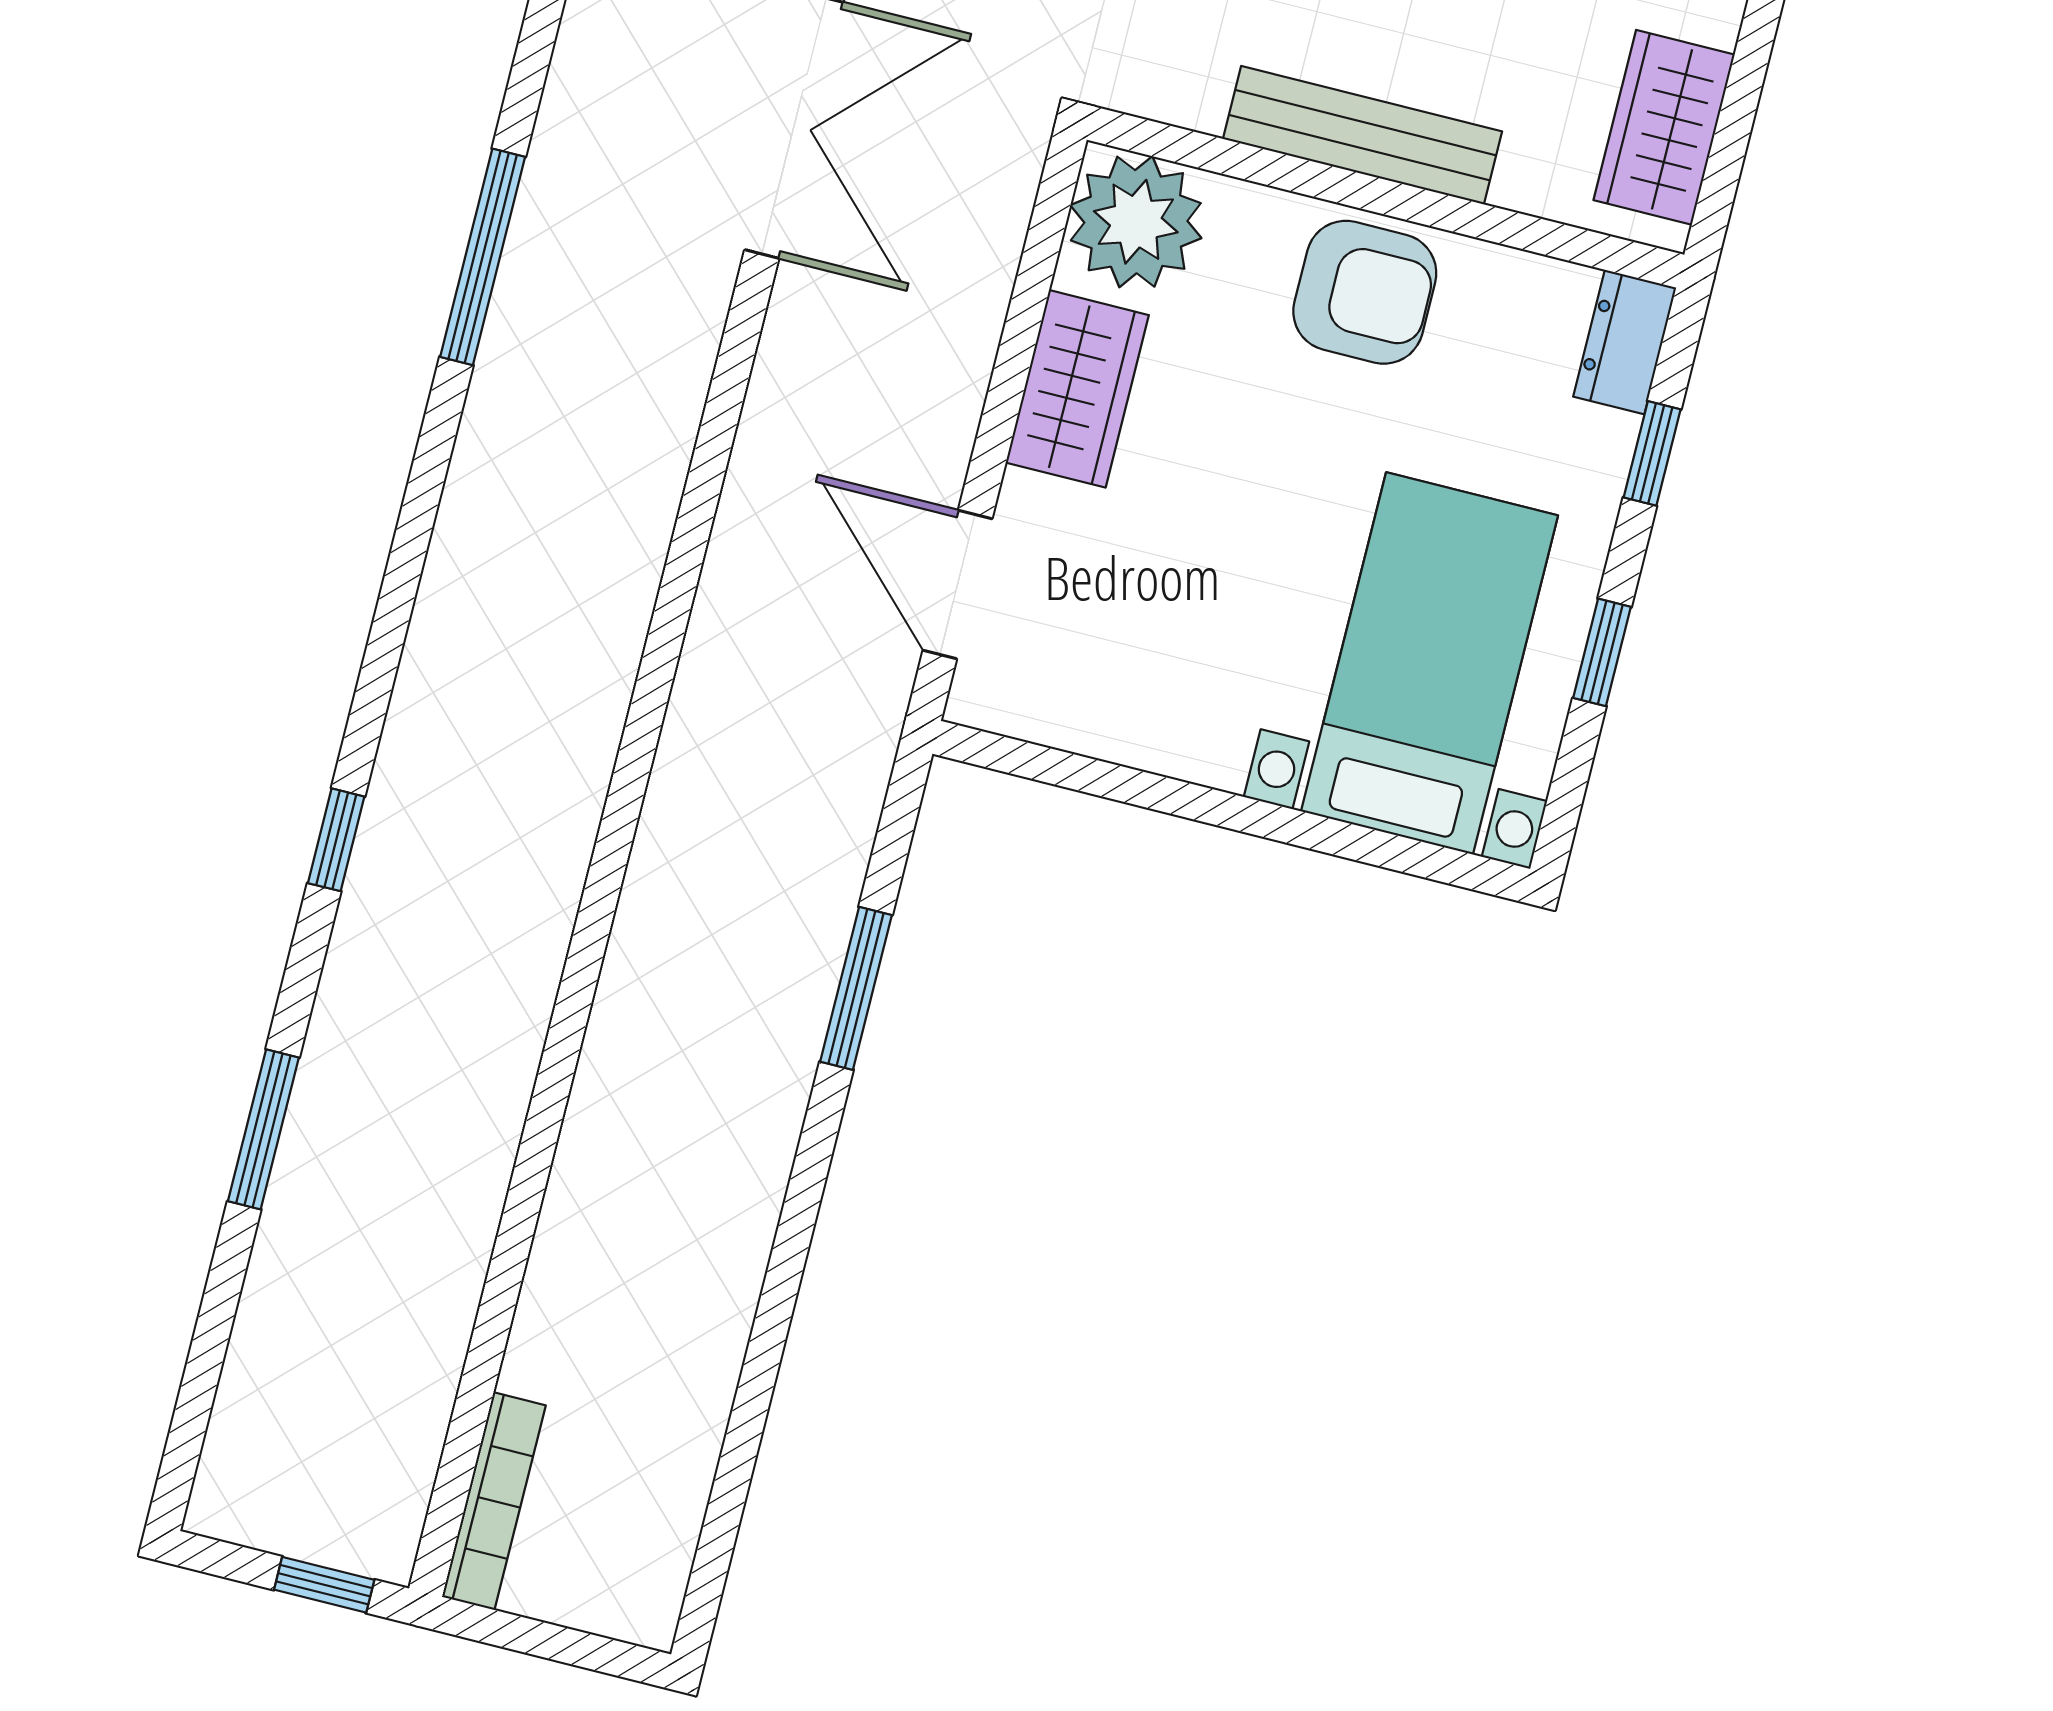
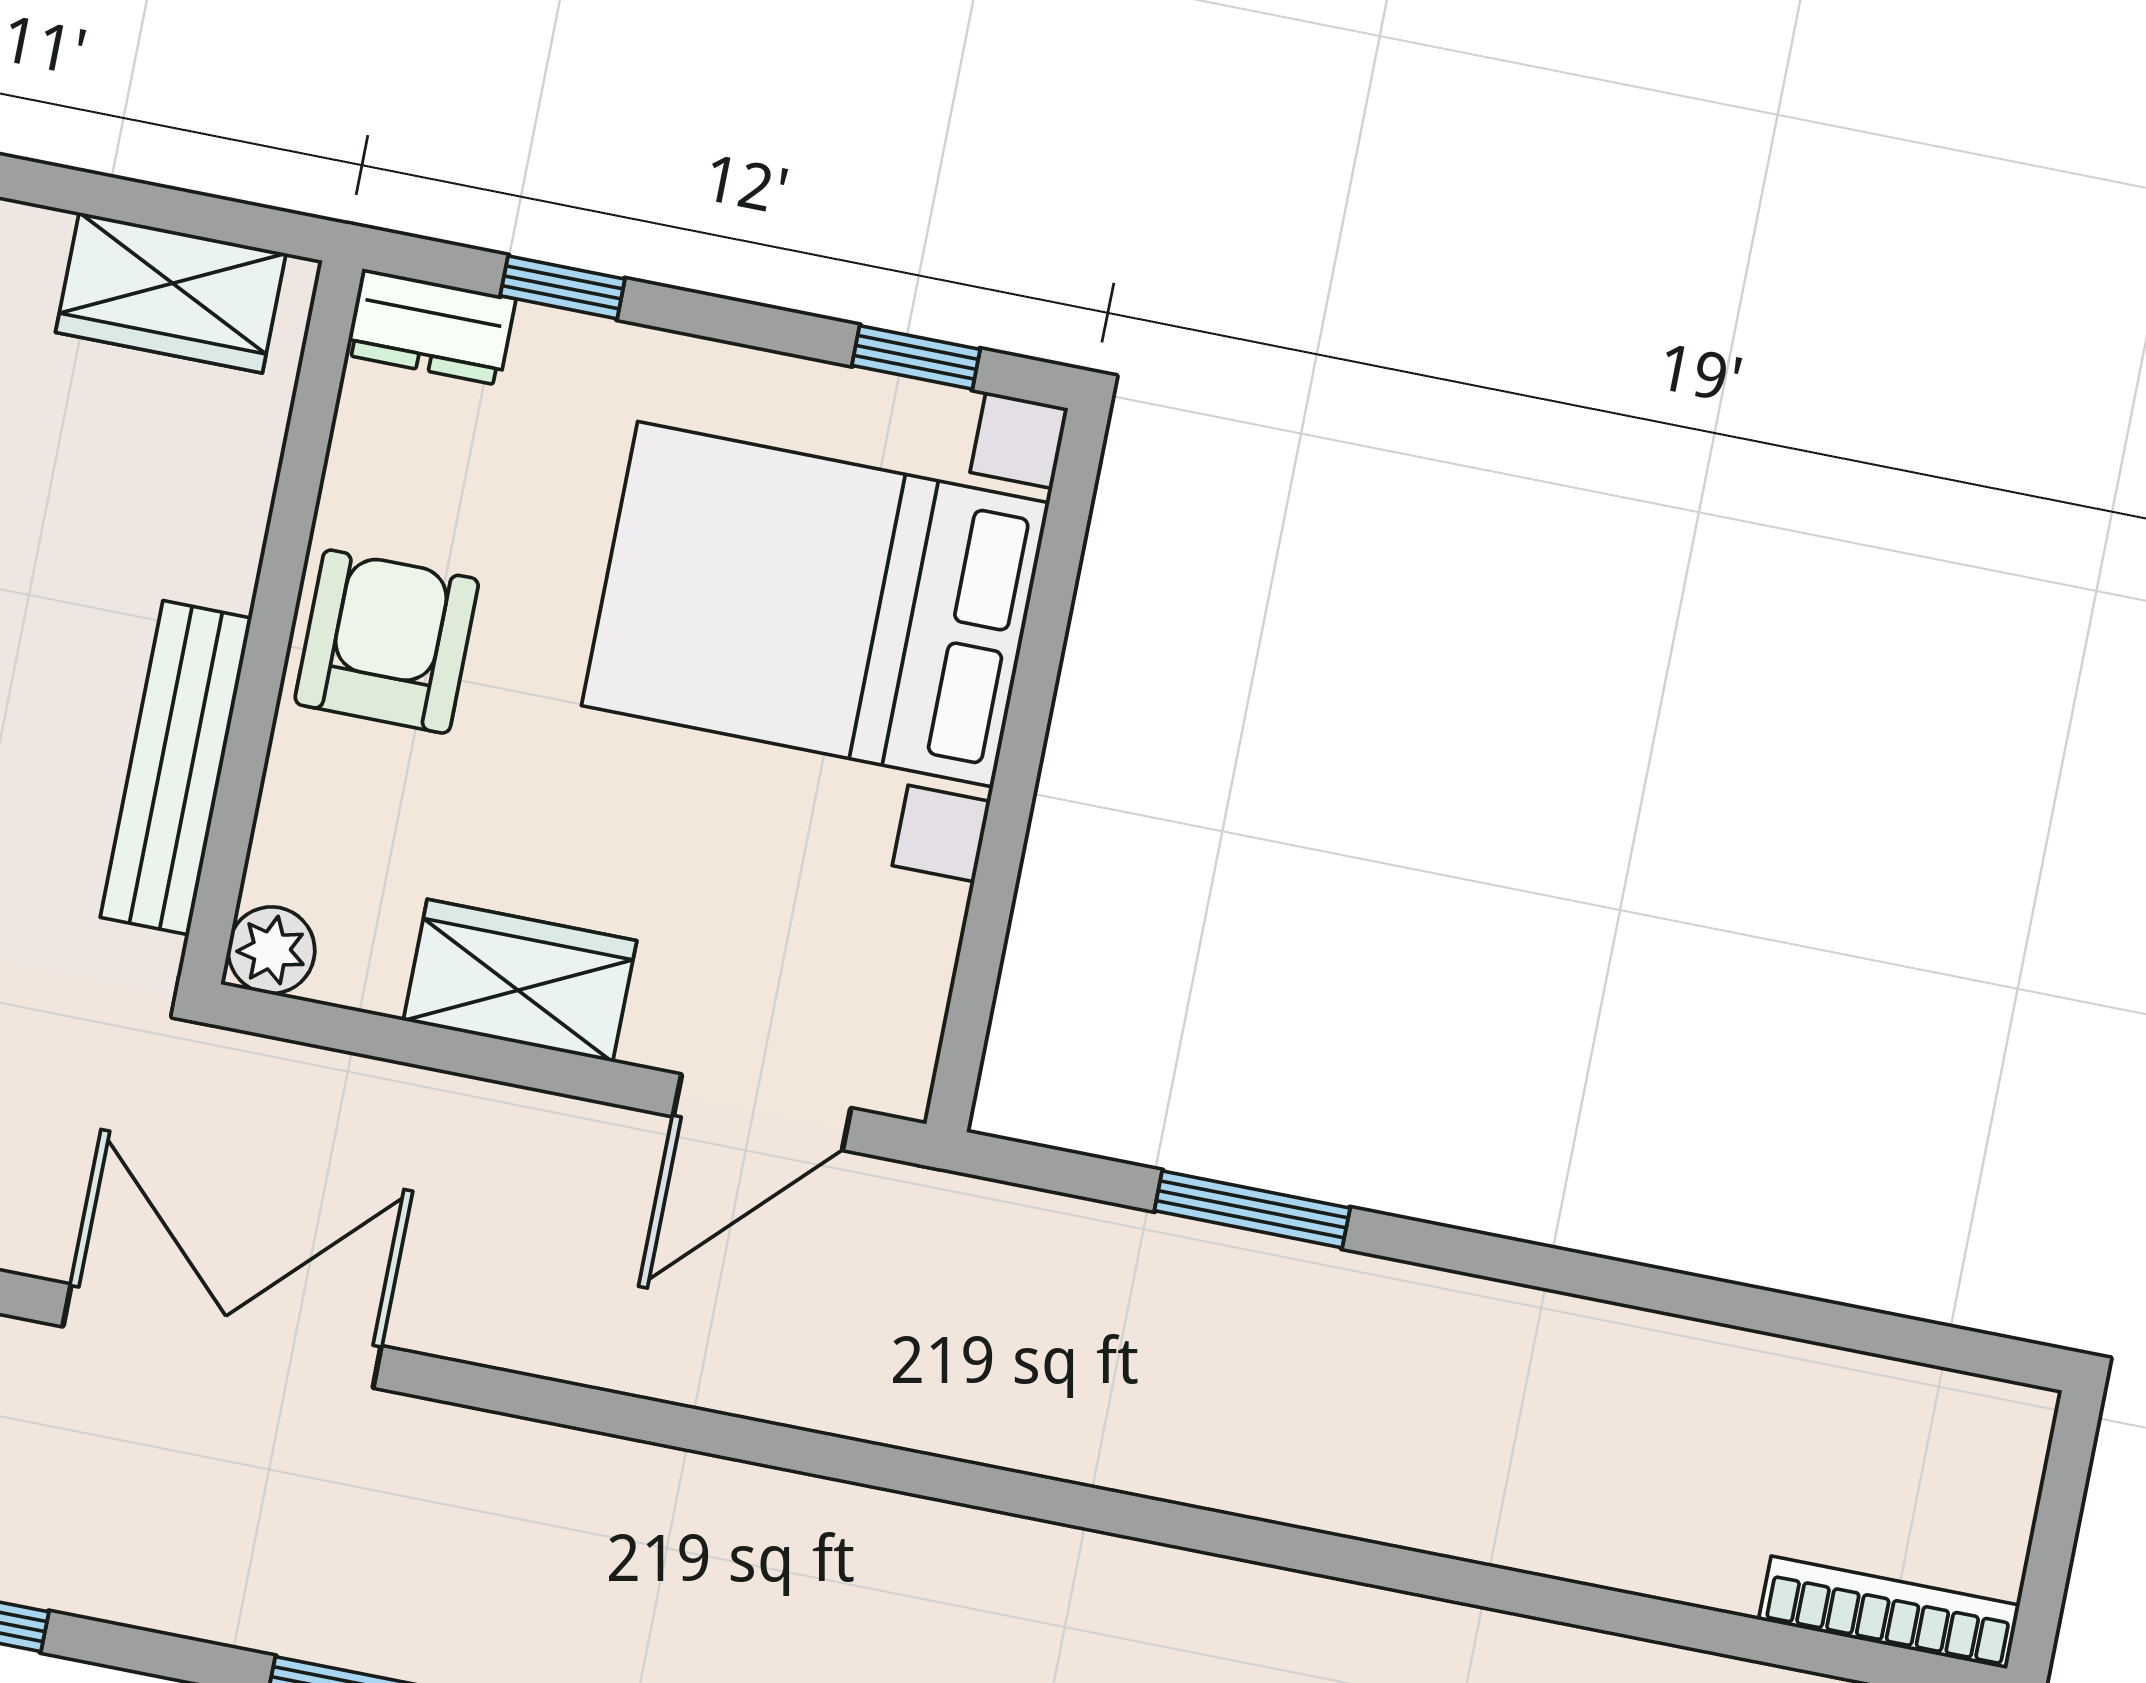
bench: (1362, 135) -> (176, 768), moved
plant: (1136, 222) -> (271, 950), width x0.53, depth x0.53
window: (1602, 652) -> (916, 357), moved
bed with nightstands: (1430, 663) -> (815, 604), width x1.36

